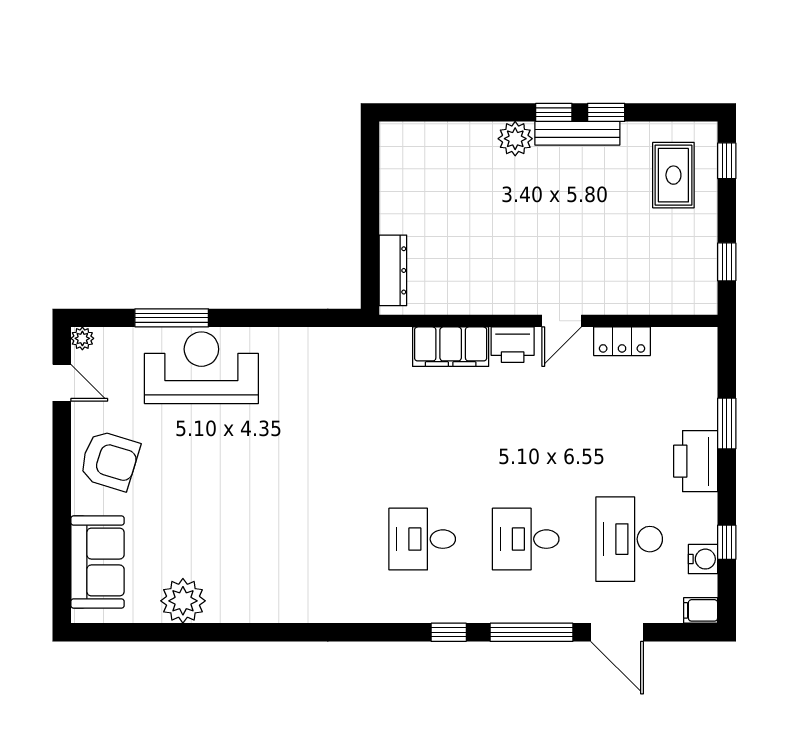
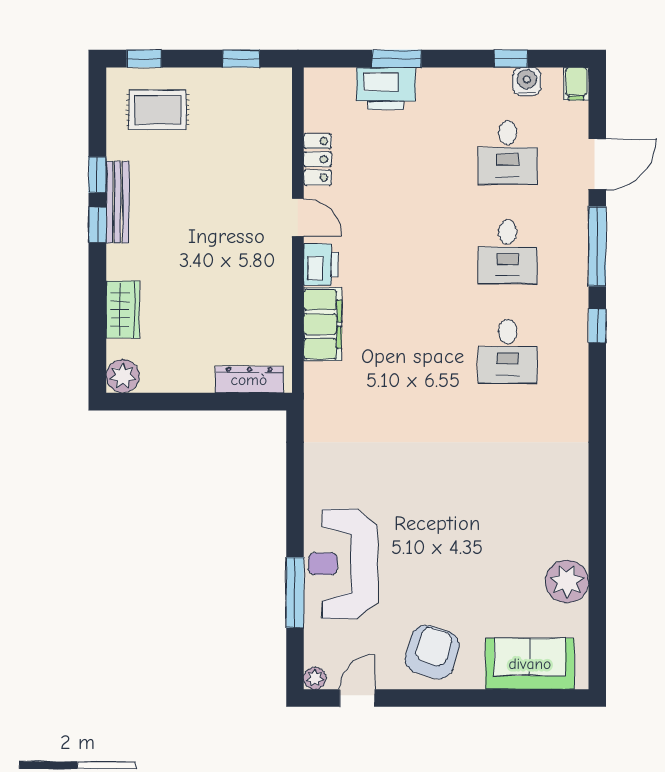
wardrobe: (466, 139) -> (123, 309), added
plant: (515, 139) -> (123, 376), moved
printer: (696, 461) -> (386, 89), moved
desk: (629, 539) -> (508, 152), width x0.73

